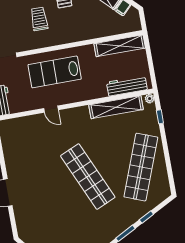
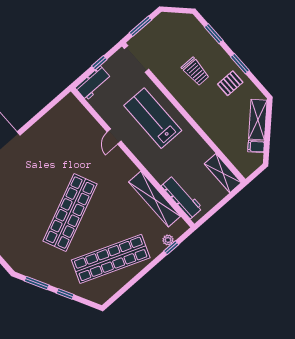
trolley: (39, 19) -> (195, 71), turned 90
shelving: (120, 46) -> (223, 173), width x0.68
plant: (150, 99) -> (168, 240), moved

